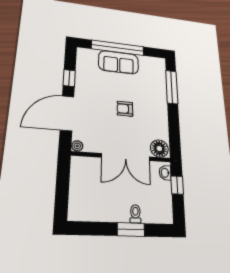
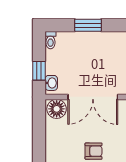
double door: (126, 157) -> (93, 97), swing flipped
toilet: (135, 214) -> (50, 40), moved

